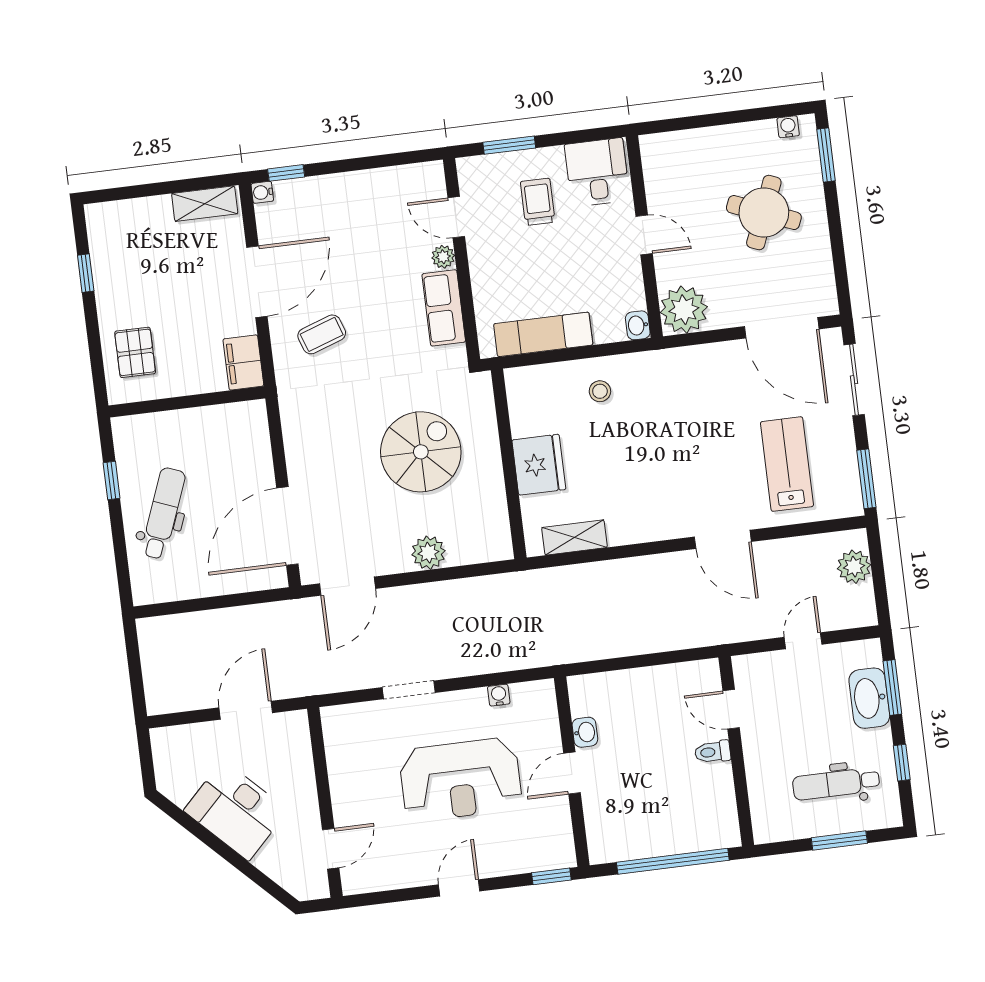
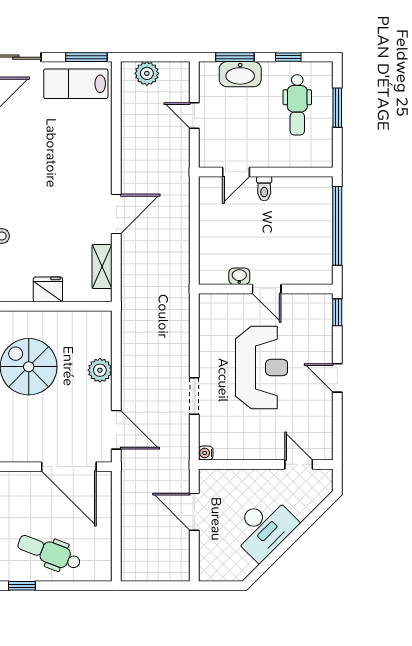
lab bench: (787, 464) -> (76, 84), moved
fridge: (539, 465) -> (48, 289), width x0.73, depth x0.75
door: (723, 539) -> (116, 214), moved
water cooler: (499, 695) -> (206, 453), moved

